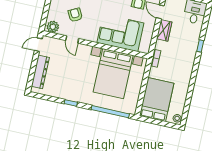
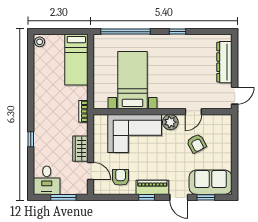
plant: (53, 27) -> (170, 122), moved
door: (72, 39) -> (193, 112), swing flipped
bed with nightstands: (113, 74) -> (133, 80), width x0.73
bed: (157, 100) -> (76, 60), width x0.67

